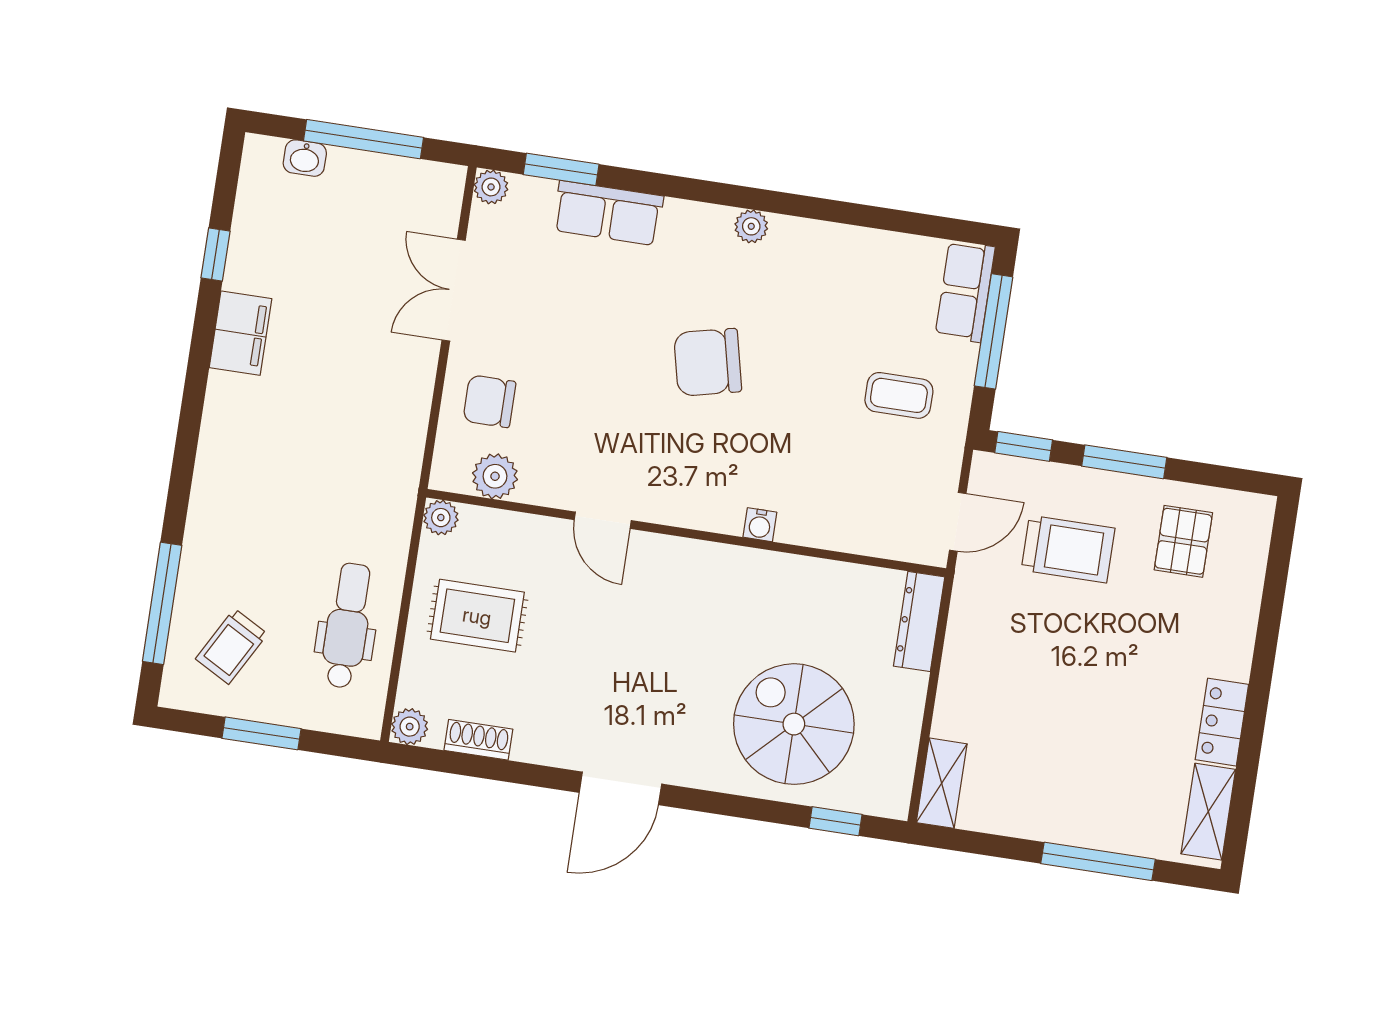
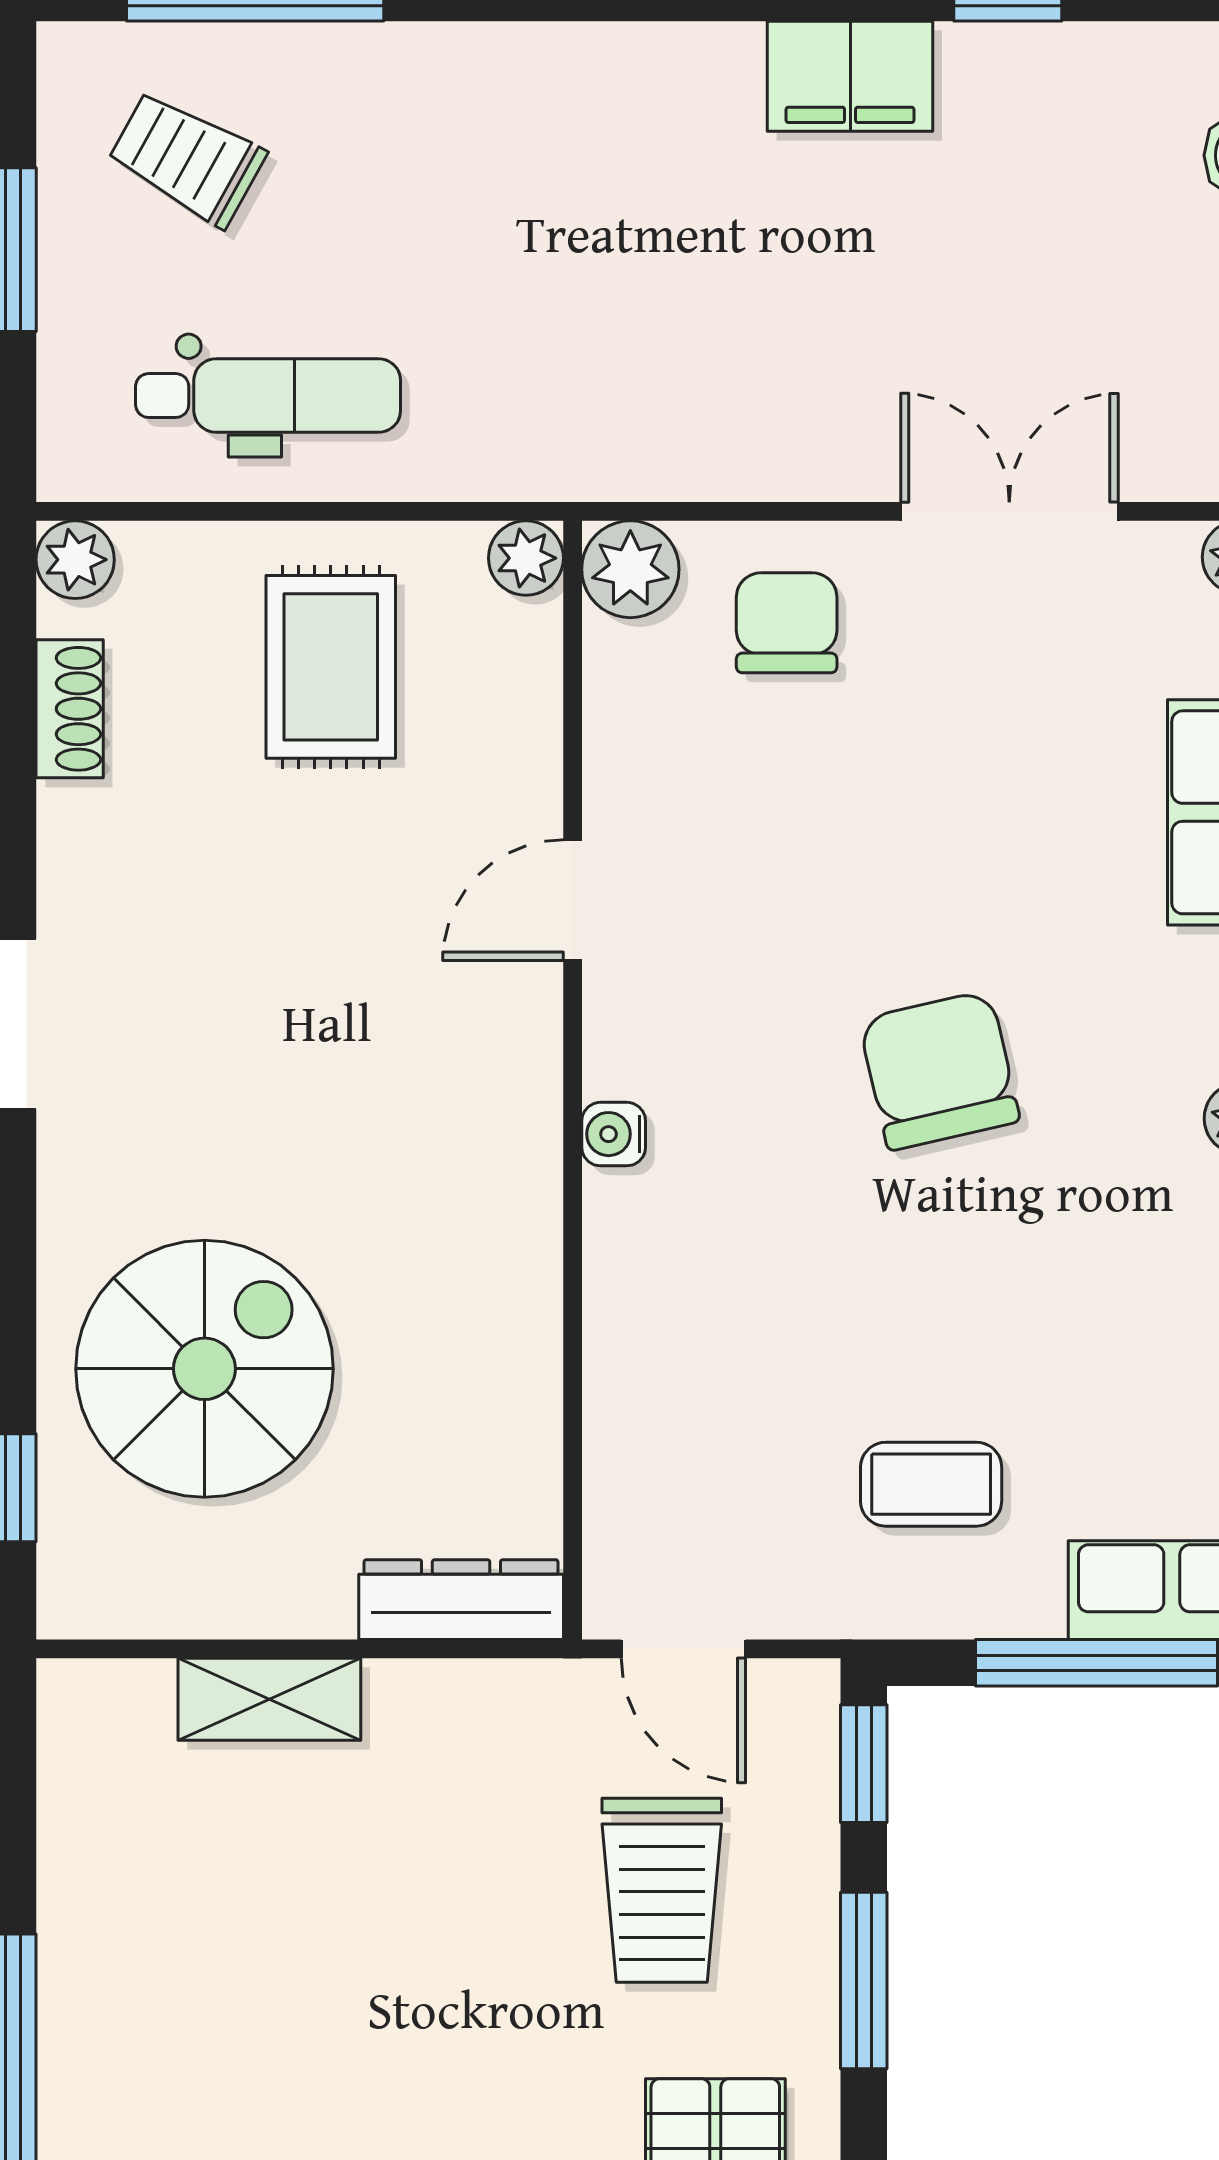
coffee table: (899, 395) -> (931, 1484), turned 90
plant: (495, 476) -> (630, 569), moved
water cooler: (760, 525) -> (614, 1134), moved
shelving: (942, 783) -> (269, 1699), moved

